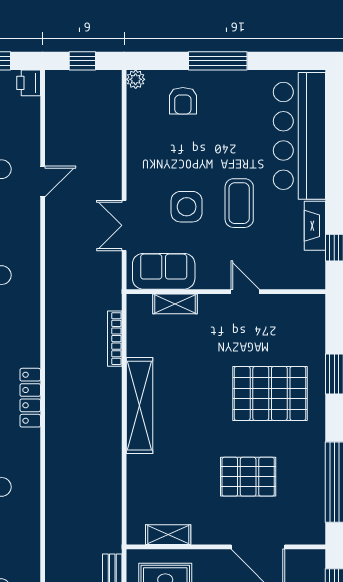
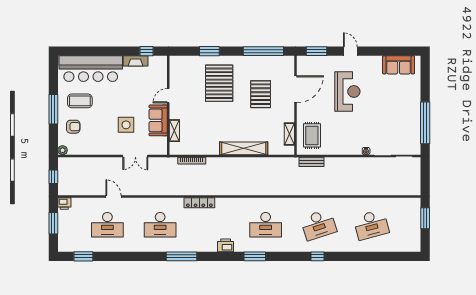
coffee table: (239, 203) -> (80, 101), moved
sofa: (164, 271) -> (158, 120), moved
locker: (30, 398) -> (199, 203), moved
shelving: (139, 406) -> (244, 148), moved

